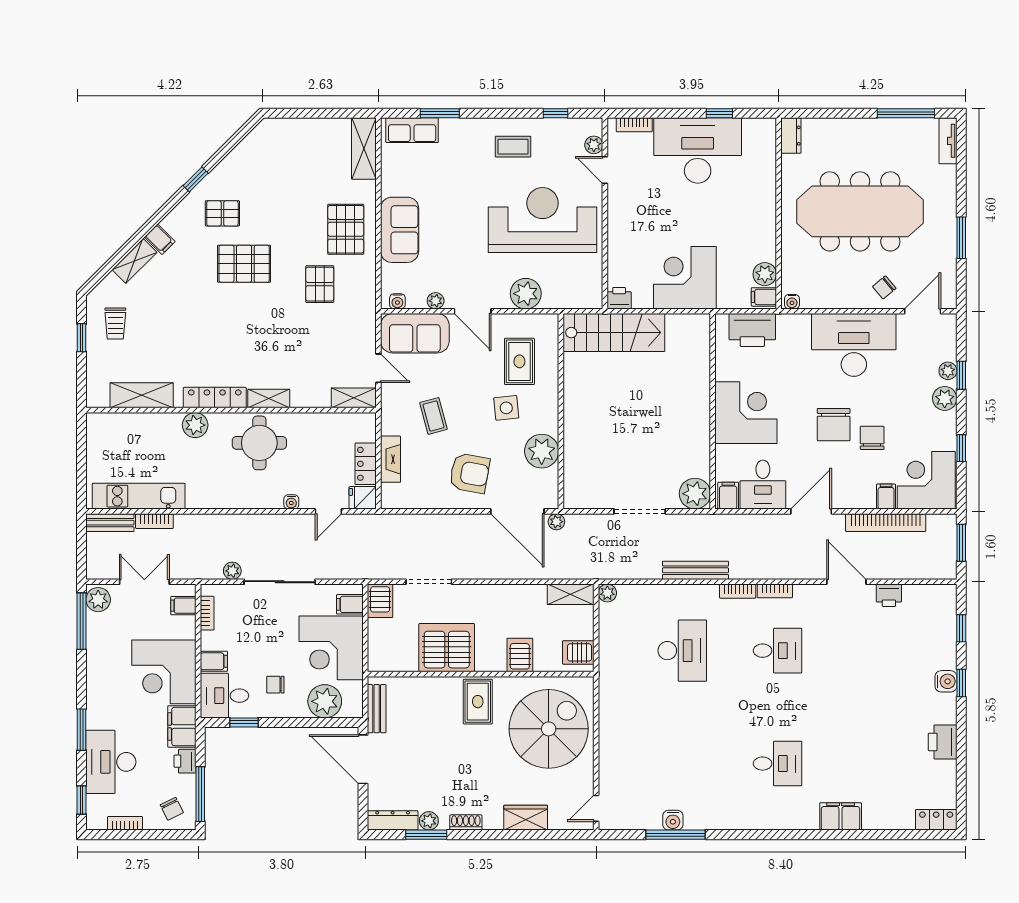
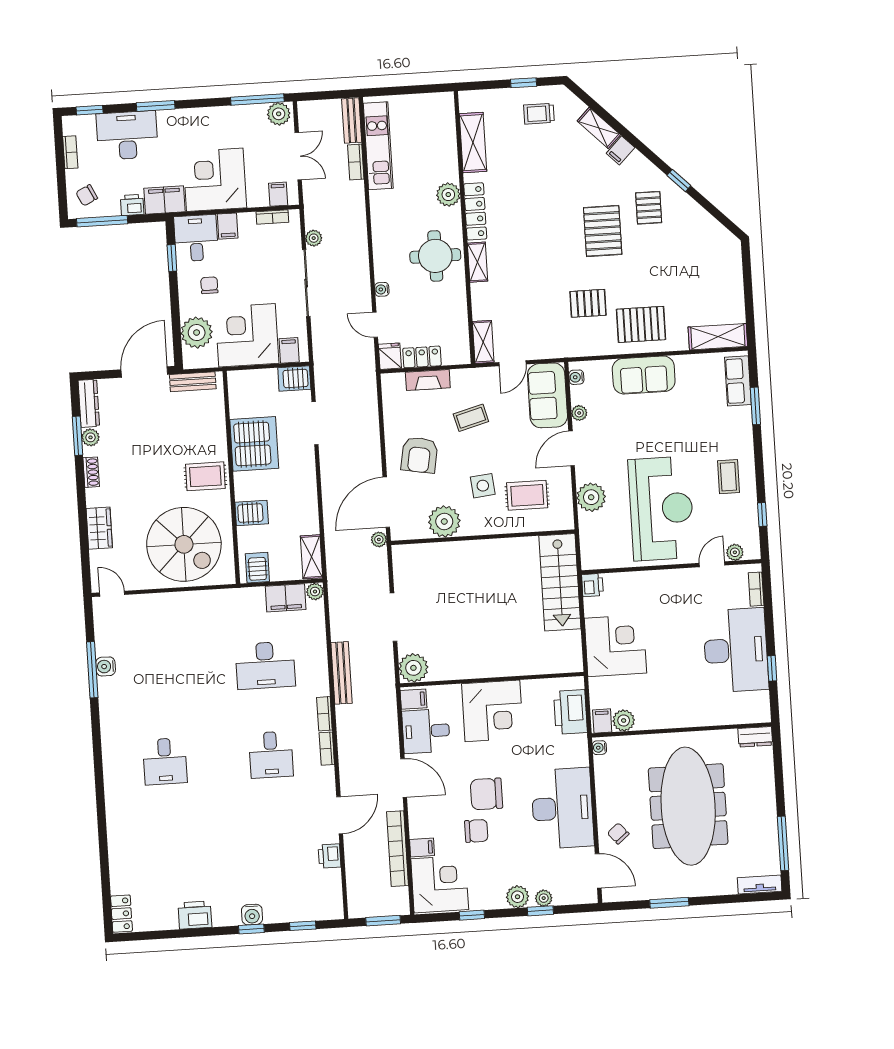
filing cabinet: (841, 816) -> (286, 598), moved, turned 90

